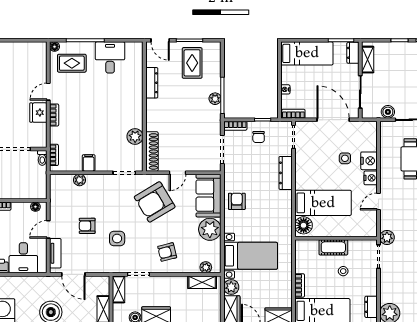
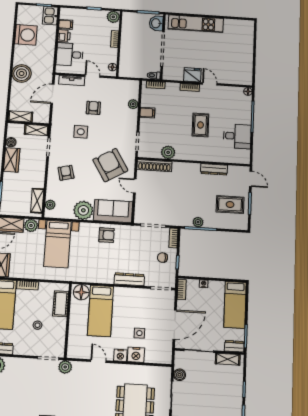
door: (160, 40) -> (251, 179), swing flipped
rug: (72, 63) -> (200, 125), moved
cot: (333, 247) -> (61, 304), moved

